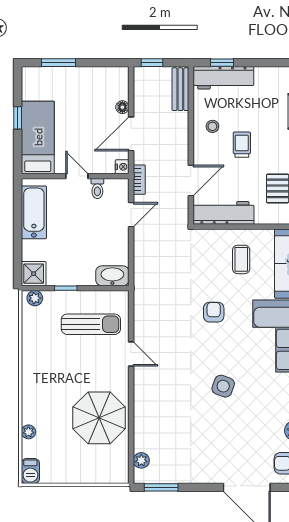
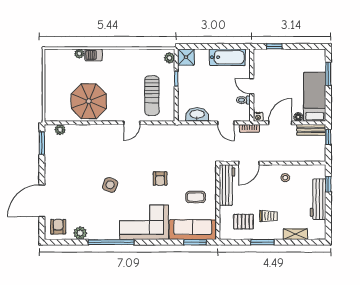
workbench: (223, 78) -> (318, 199), moved
bench: (180, 89) -> (311, 130), moved
window: (18, 118) -> (274, 46), moved
door: (131, 134) -> (280, 123), hinge flipped
bed: (38, 137) -> (315, 97), moved, turned -90
trolley: (242, 145) -> (268, 216), moved
door: (77, 176) -> (252, 86), swing flipped
door: (191, 180) -> (249, 163), hinge flipped
washbasin: (112, 276) -> (197, 115), moved, turned -90
armchair: (214, 312) -> (160, 179), turned 90
barbecue: (30, 471) -> (94, 55), moved

